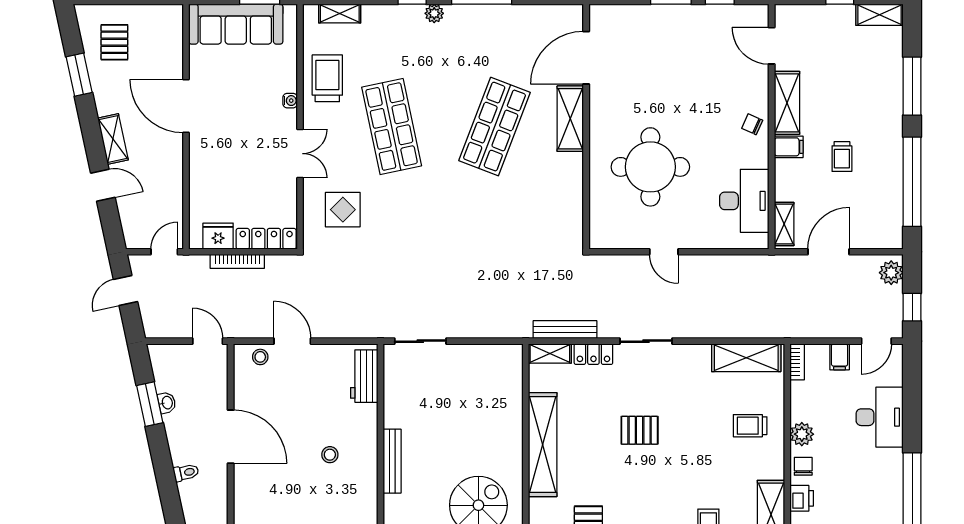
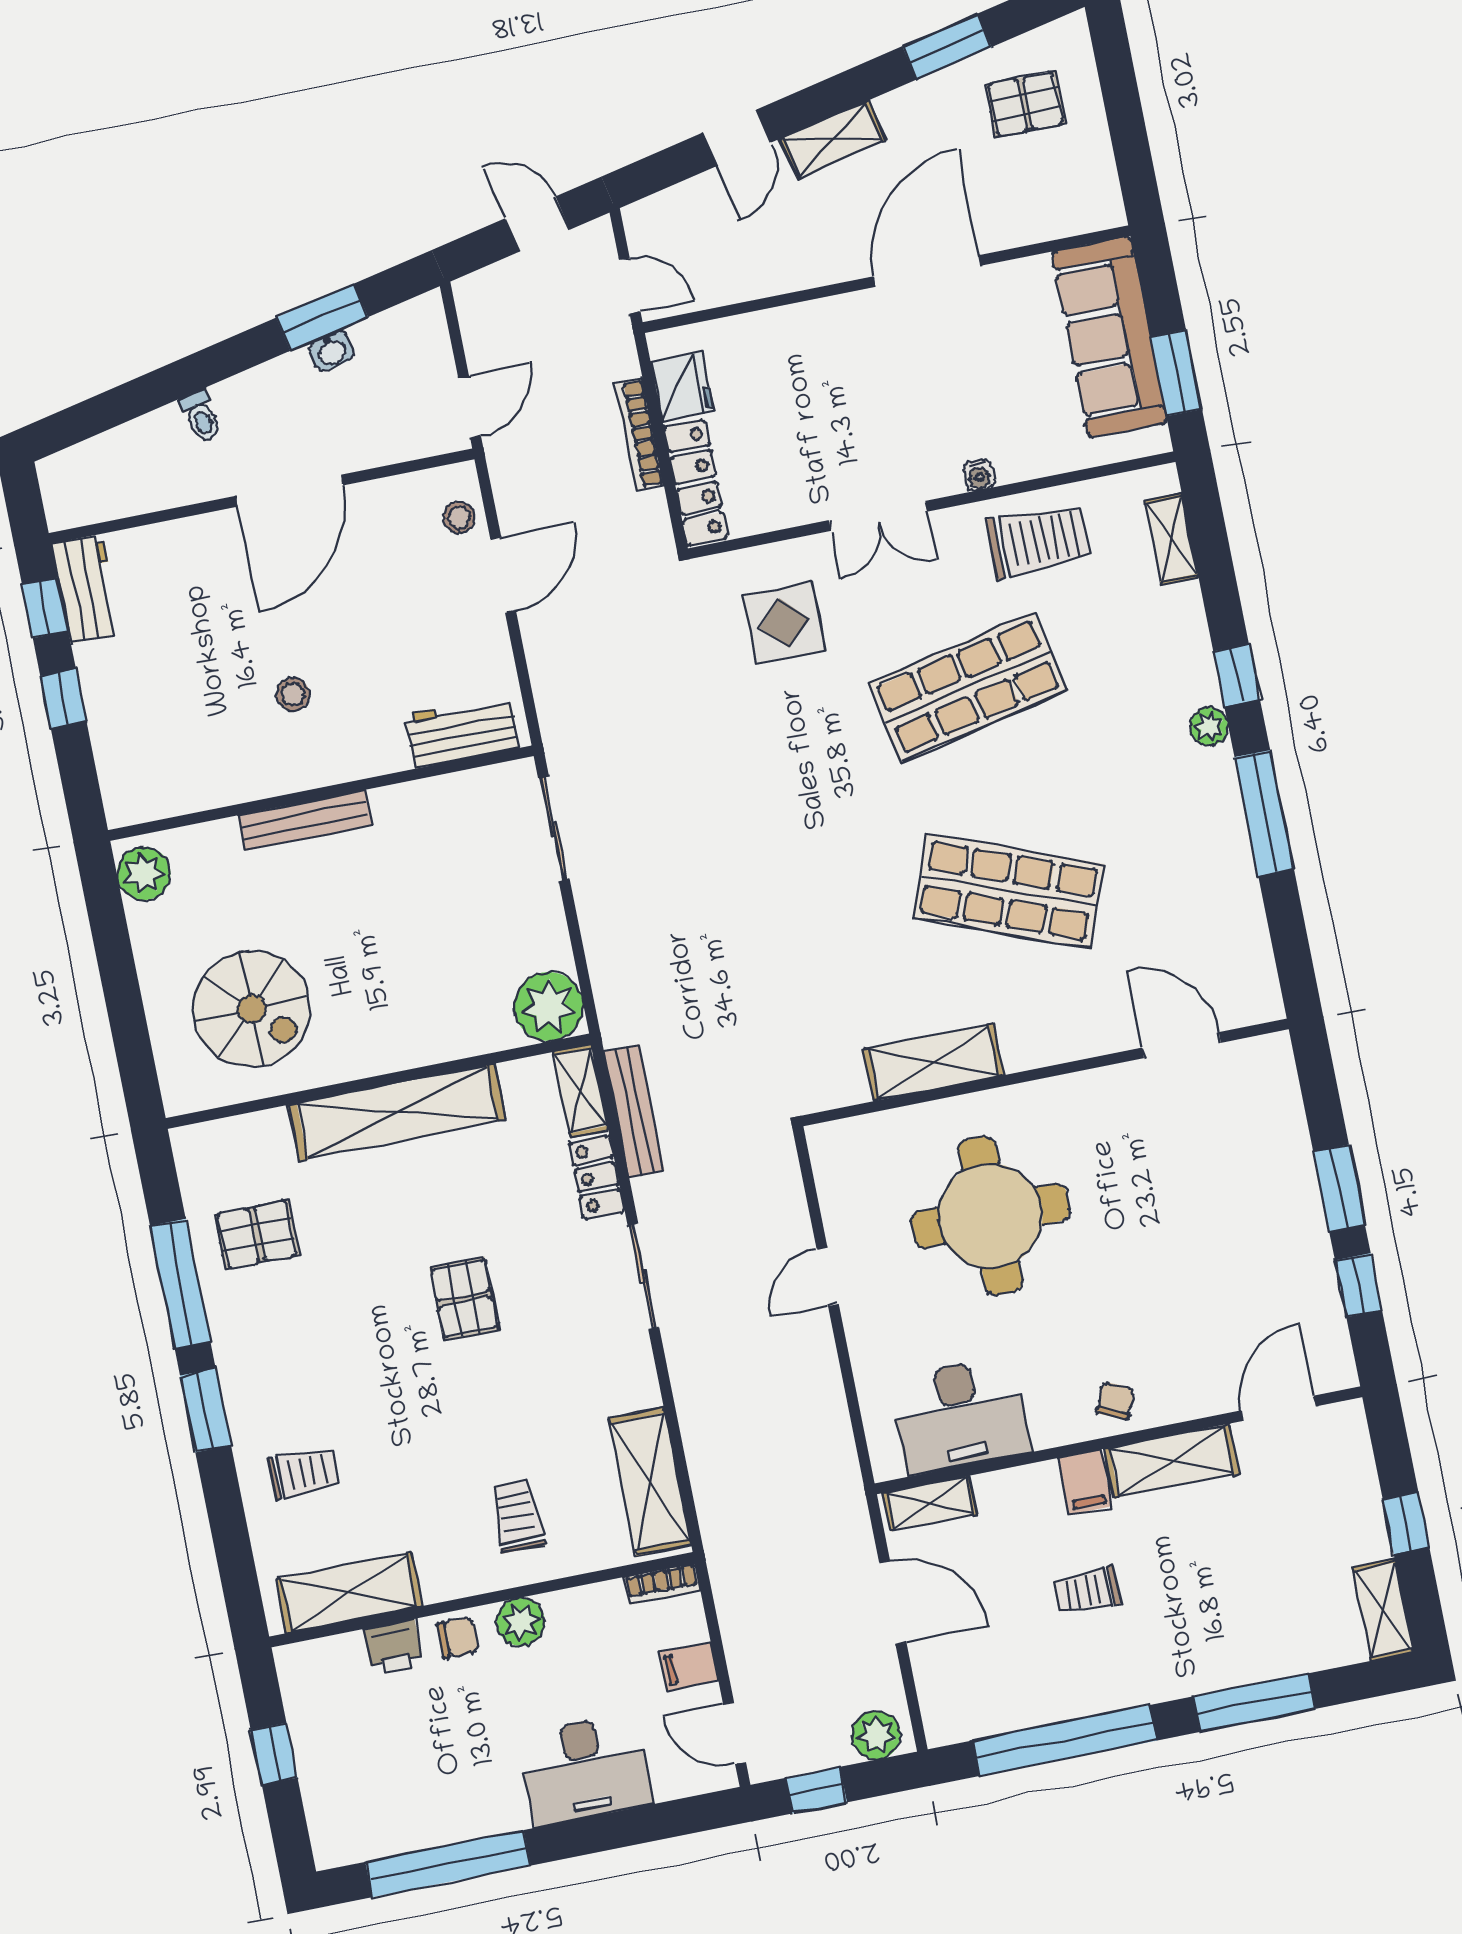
door: (586, 58) -> (1181, 1045), width x0.73
shelving: (570, 119) -> (933, 1062), moved
plant: (506, 361) -> (549, 1007), added

